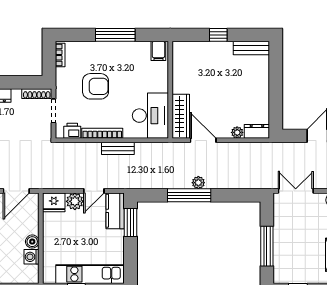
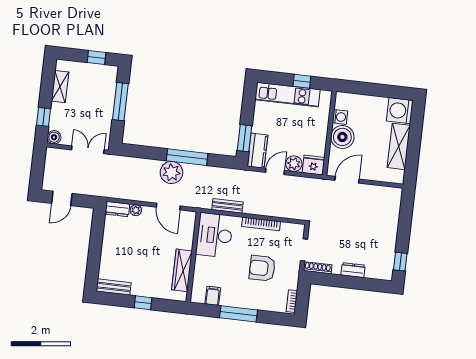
filing cabinet: (158, 51) -> (213, 296), moved
wardrobe: (181, 116) -> (182, 270), moved
printer: (72, 131) -> (289, 229), removed
bench: (118, 148) -> (227, 206), moved
plant: (198, 183) -> (171, 172), width x1.87, depth x1.87
double door: (296, 191) -> (88, 150), swing flipped
boiler: (32, 242) -> (342, 137), width x1.86, depth x1.86

